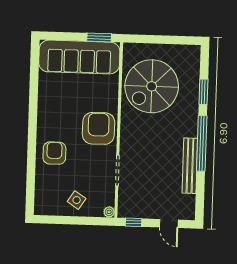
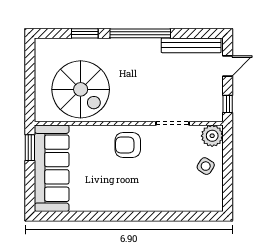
armchair: (99, 128) -> (128, 145), width x0.73, depth x0.73
armchair: (54, 153) -> (156, 192), removed
bench: (190, 166) -> (191, 45), moved
plant: (109, 212) -> (212, 136), width x1.87, depth x1.87

